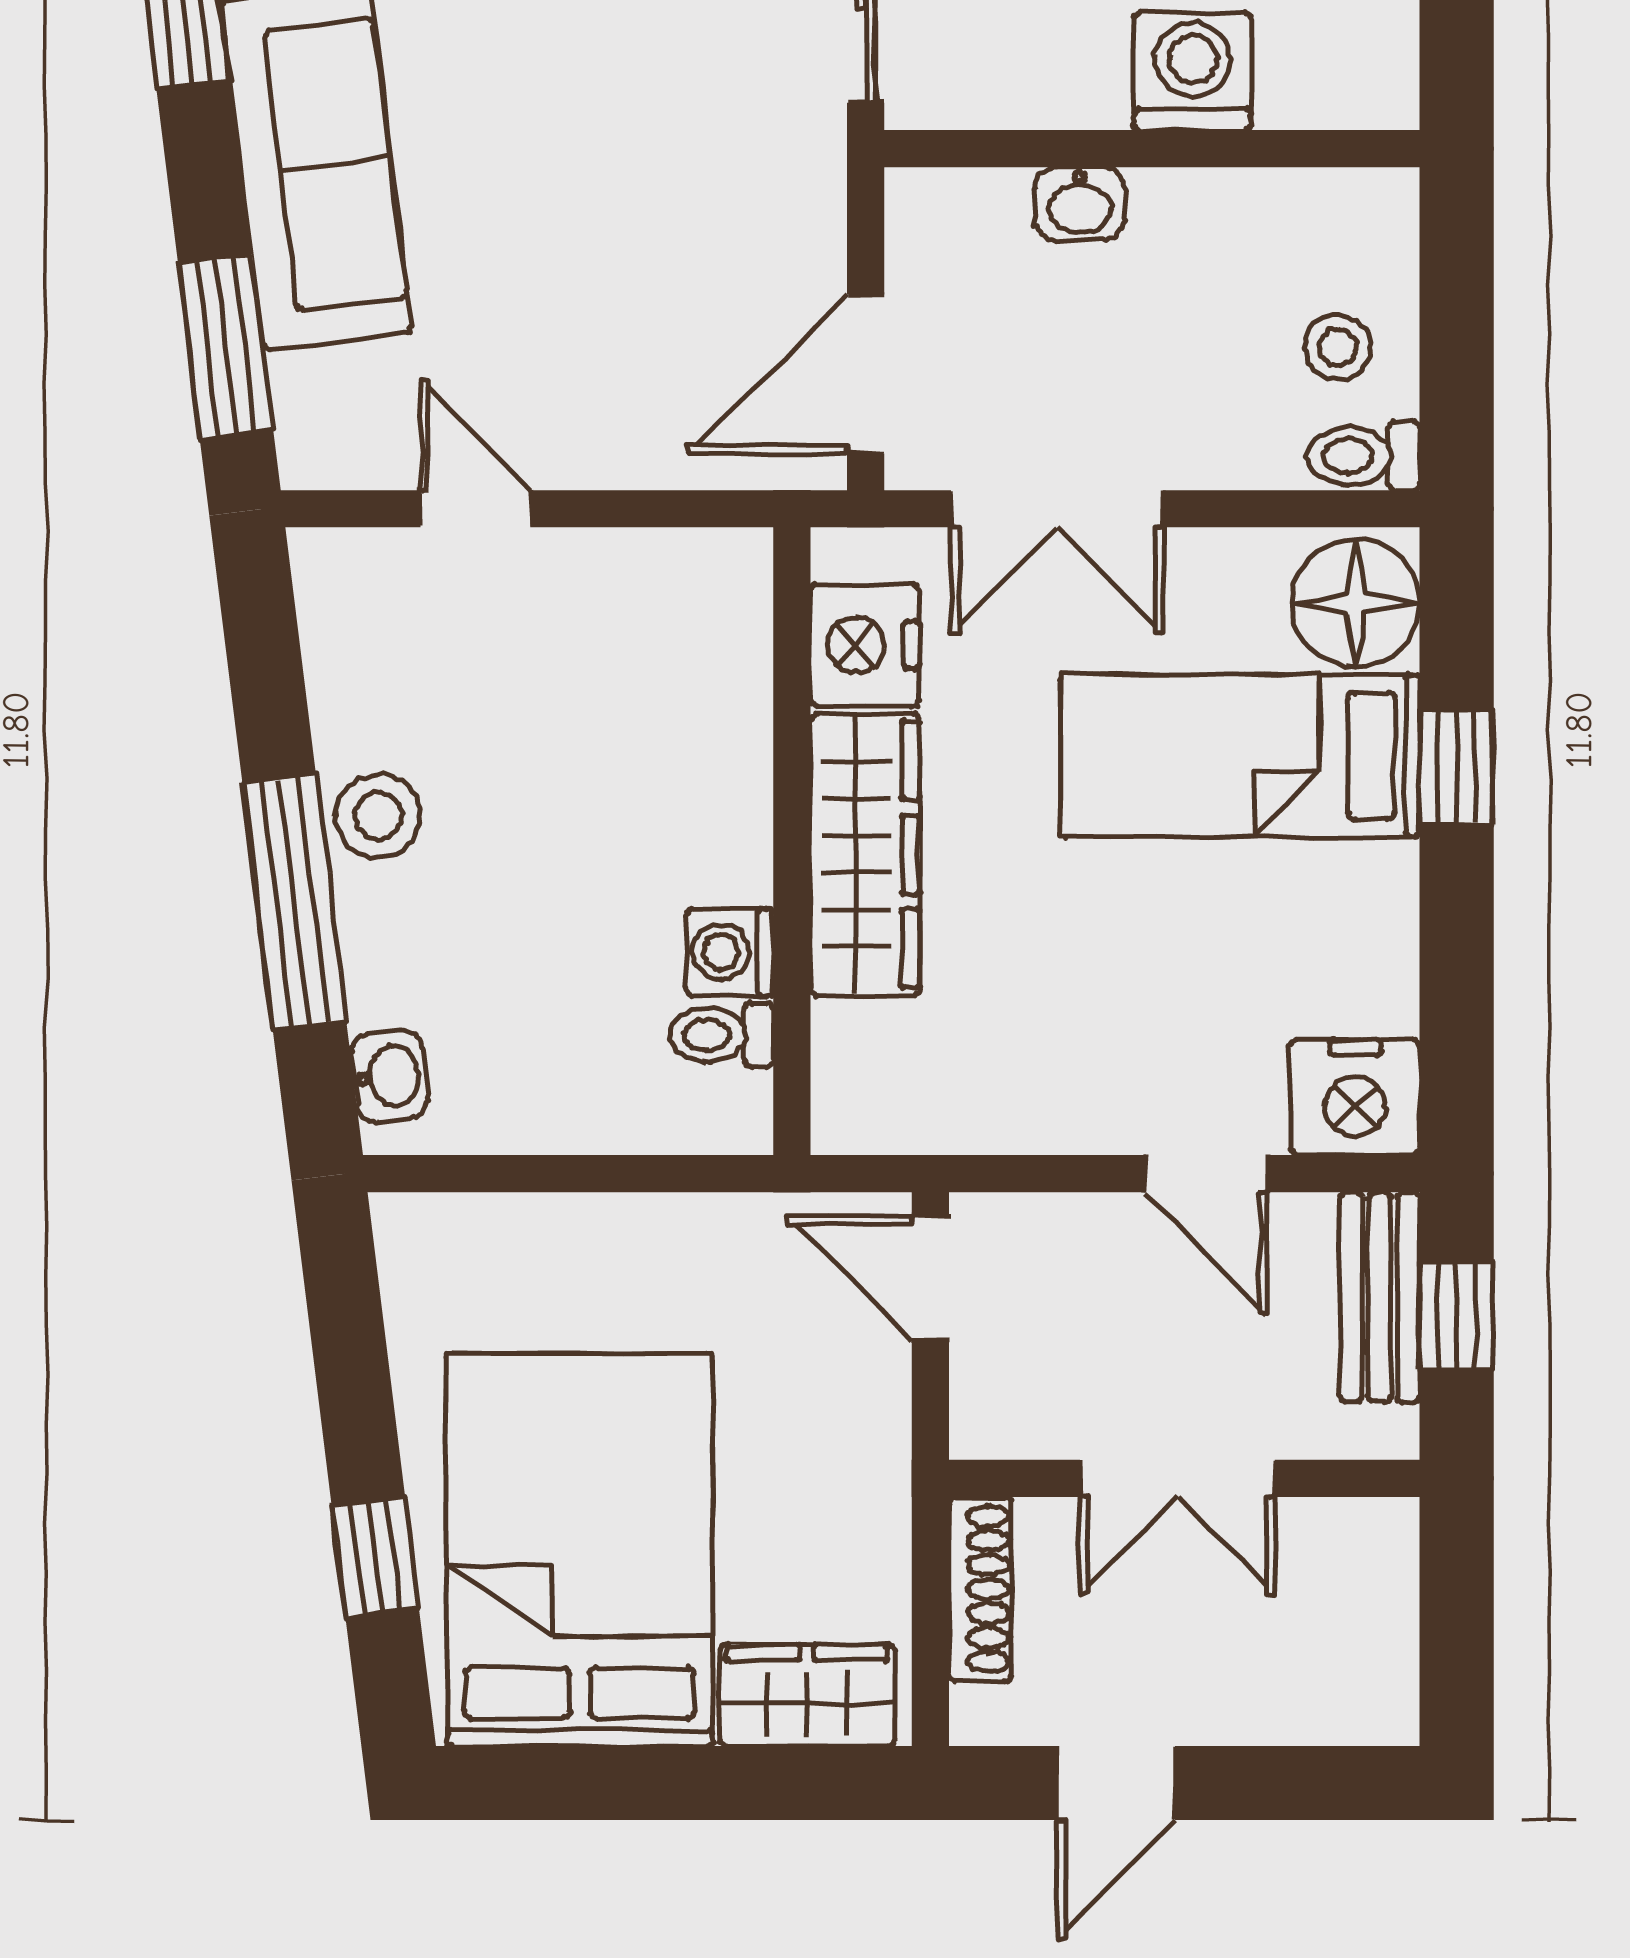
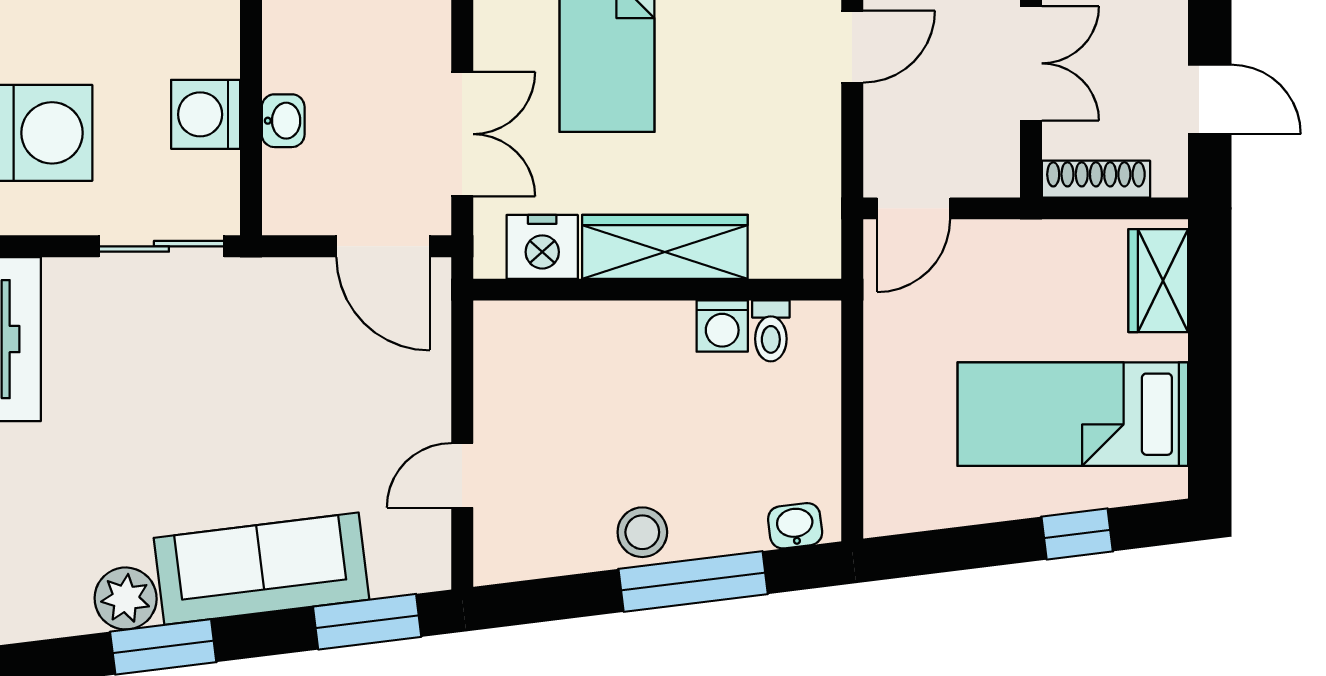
washing machine: (1193, 71) -> (206, 114), moved
bed: (580, 1550) -> (1073, 414), width x0.67

